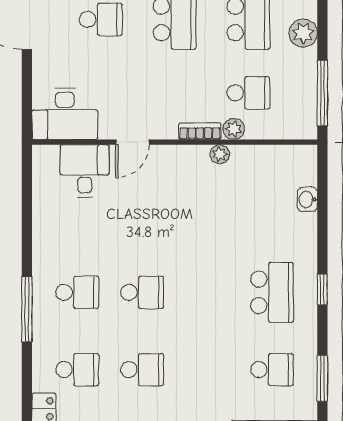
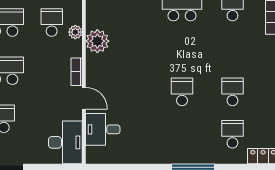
bookcase: (200, 131) -> (77, 72), moved
plant: (220, 154) -> (97, 41), width x1.88, depth x1.88
school desk: (77, 292) -> (182, 134), removed

